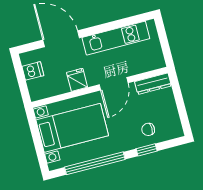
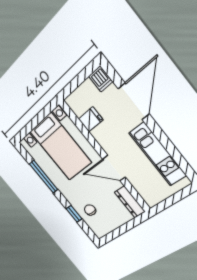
dishwasher: (33, 71) -> (101, 79), moved
fridge: (77, 80) -> (91, 119), moved
window: (95, 163) -> (44, 177), width x0.68

